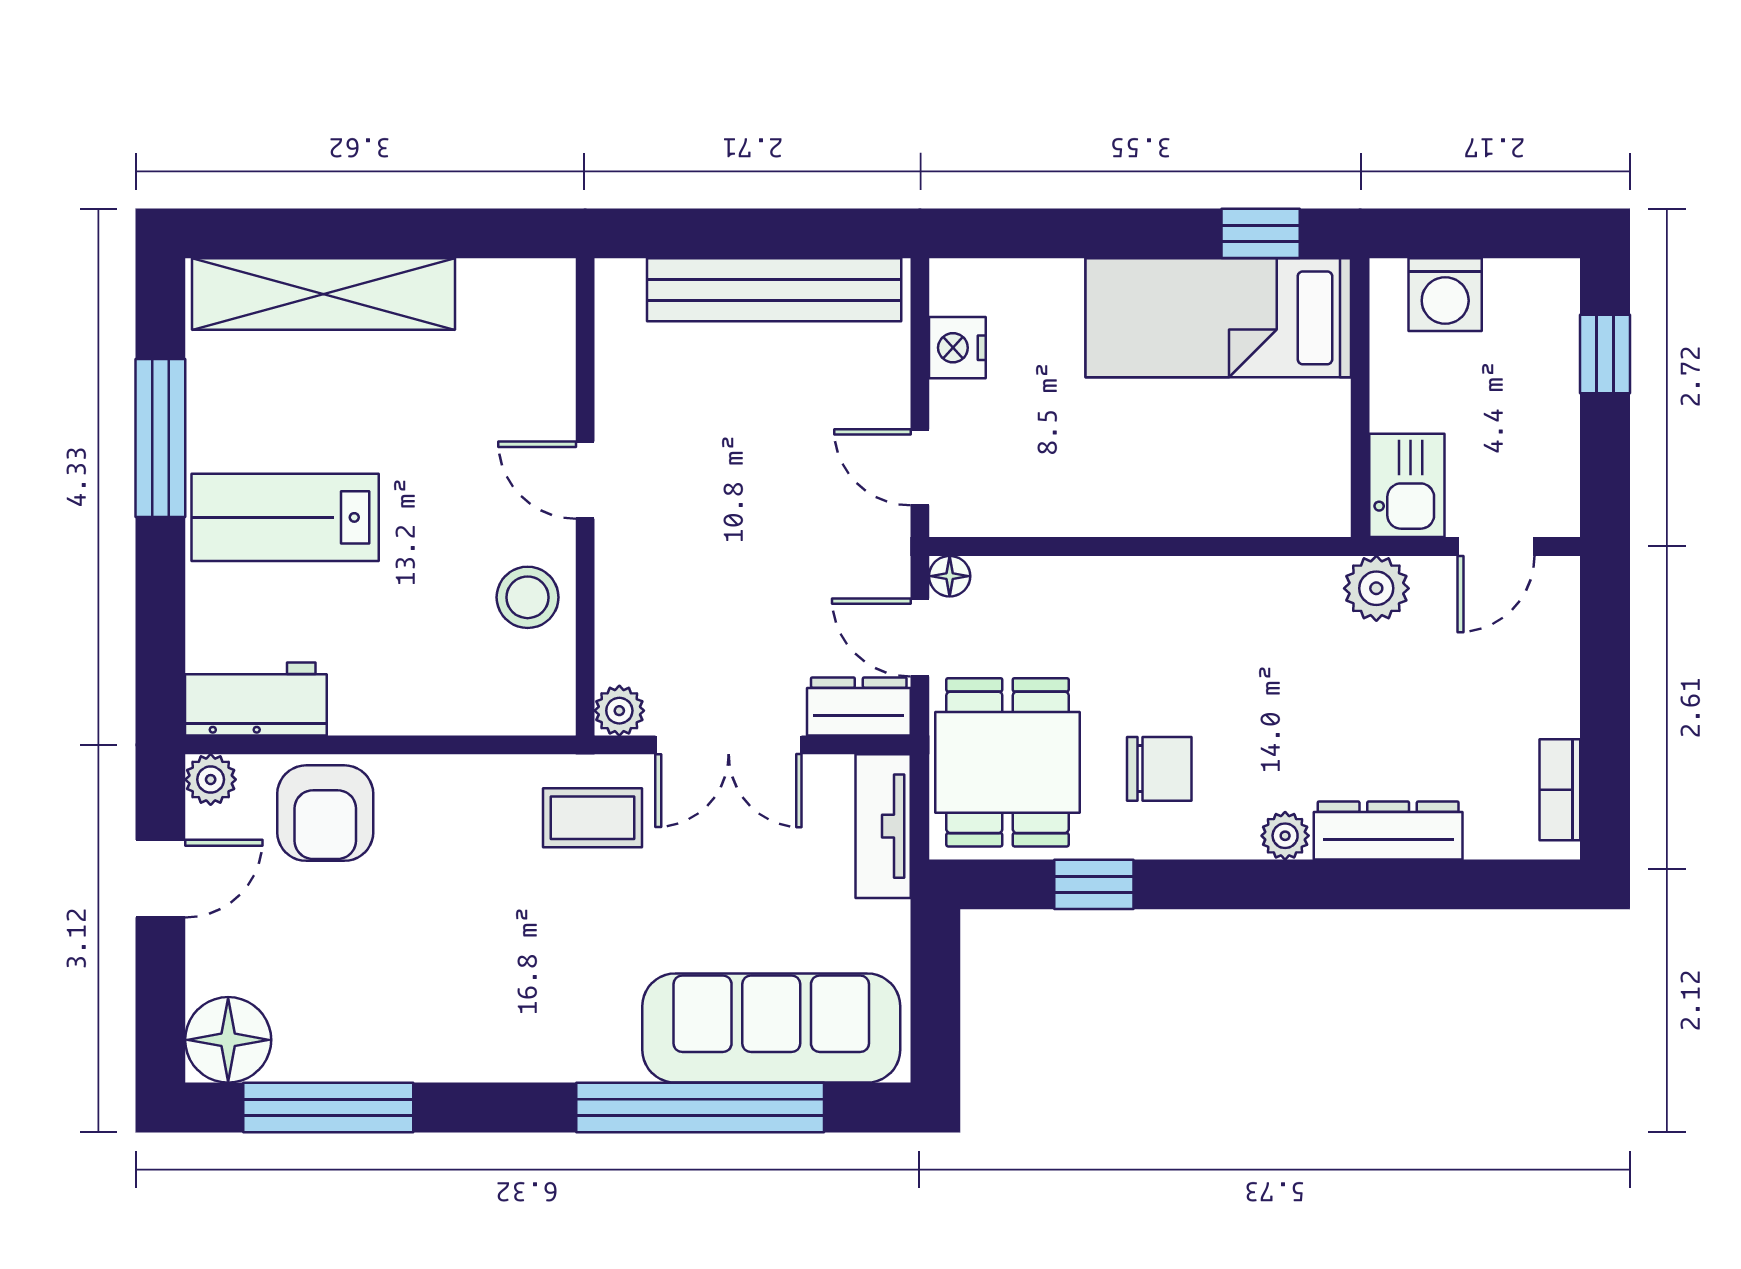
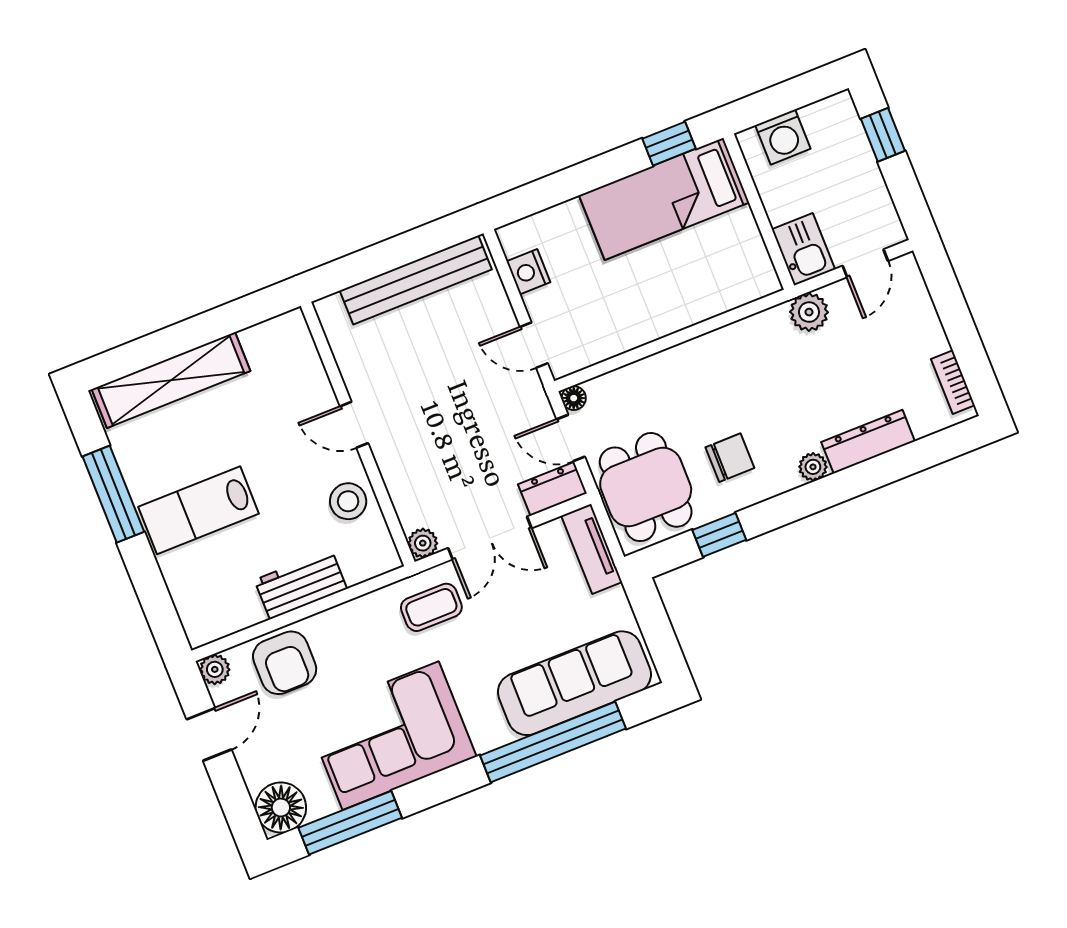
workbench: (256, 699) -> (301, 584), moved
corner sofa: (447, 995) -> (391, 736), added

